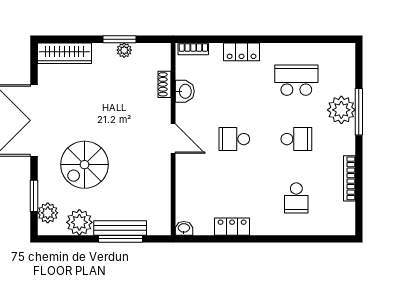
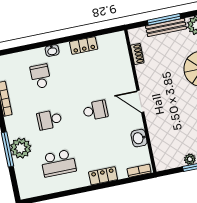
shoe rack: (165, 84) -> (137, 54), moved
washbasin: (184, 228) -> (52, 51), moved

